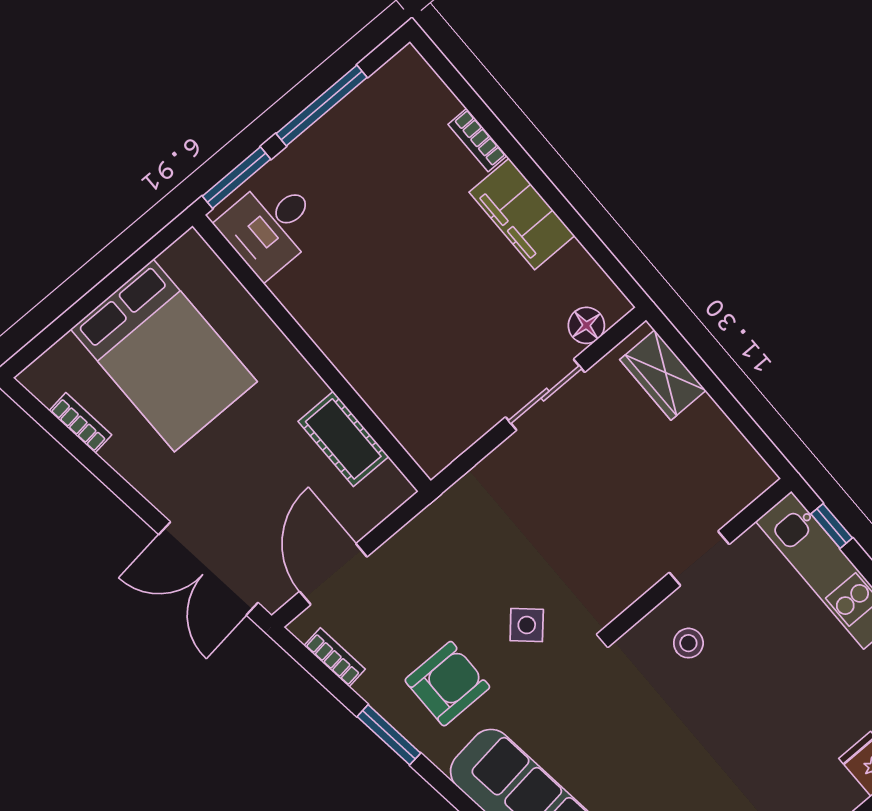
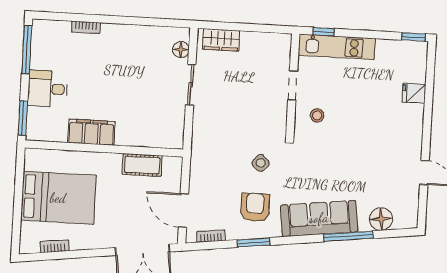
window: (322, 105) -> (27, 49), moved
filing cabinet: (522, 214) -> (91, 132), moved, turned 180
desk: (270, 226) -> (48, 89), moved, turned 90

